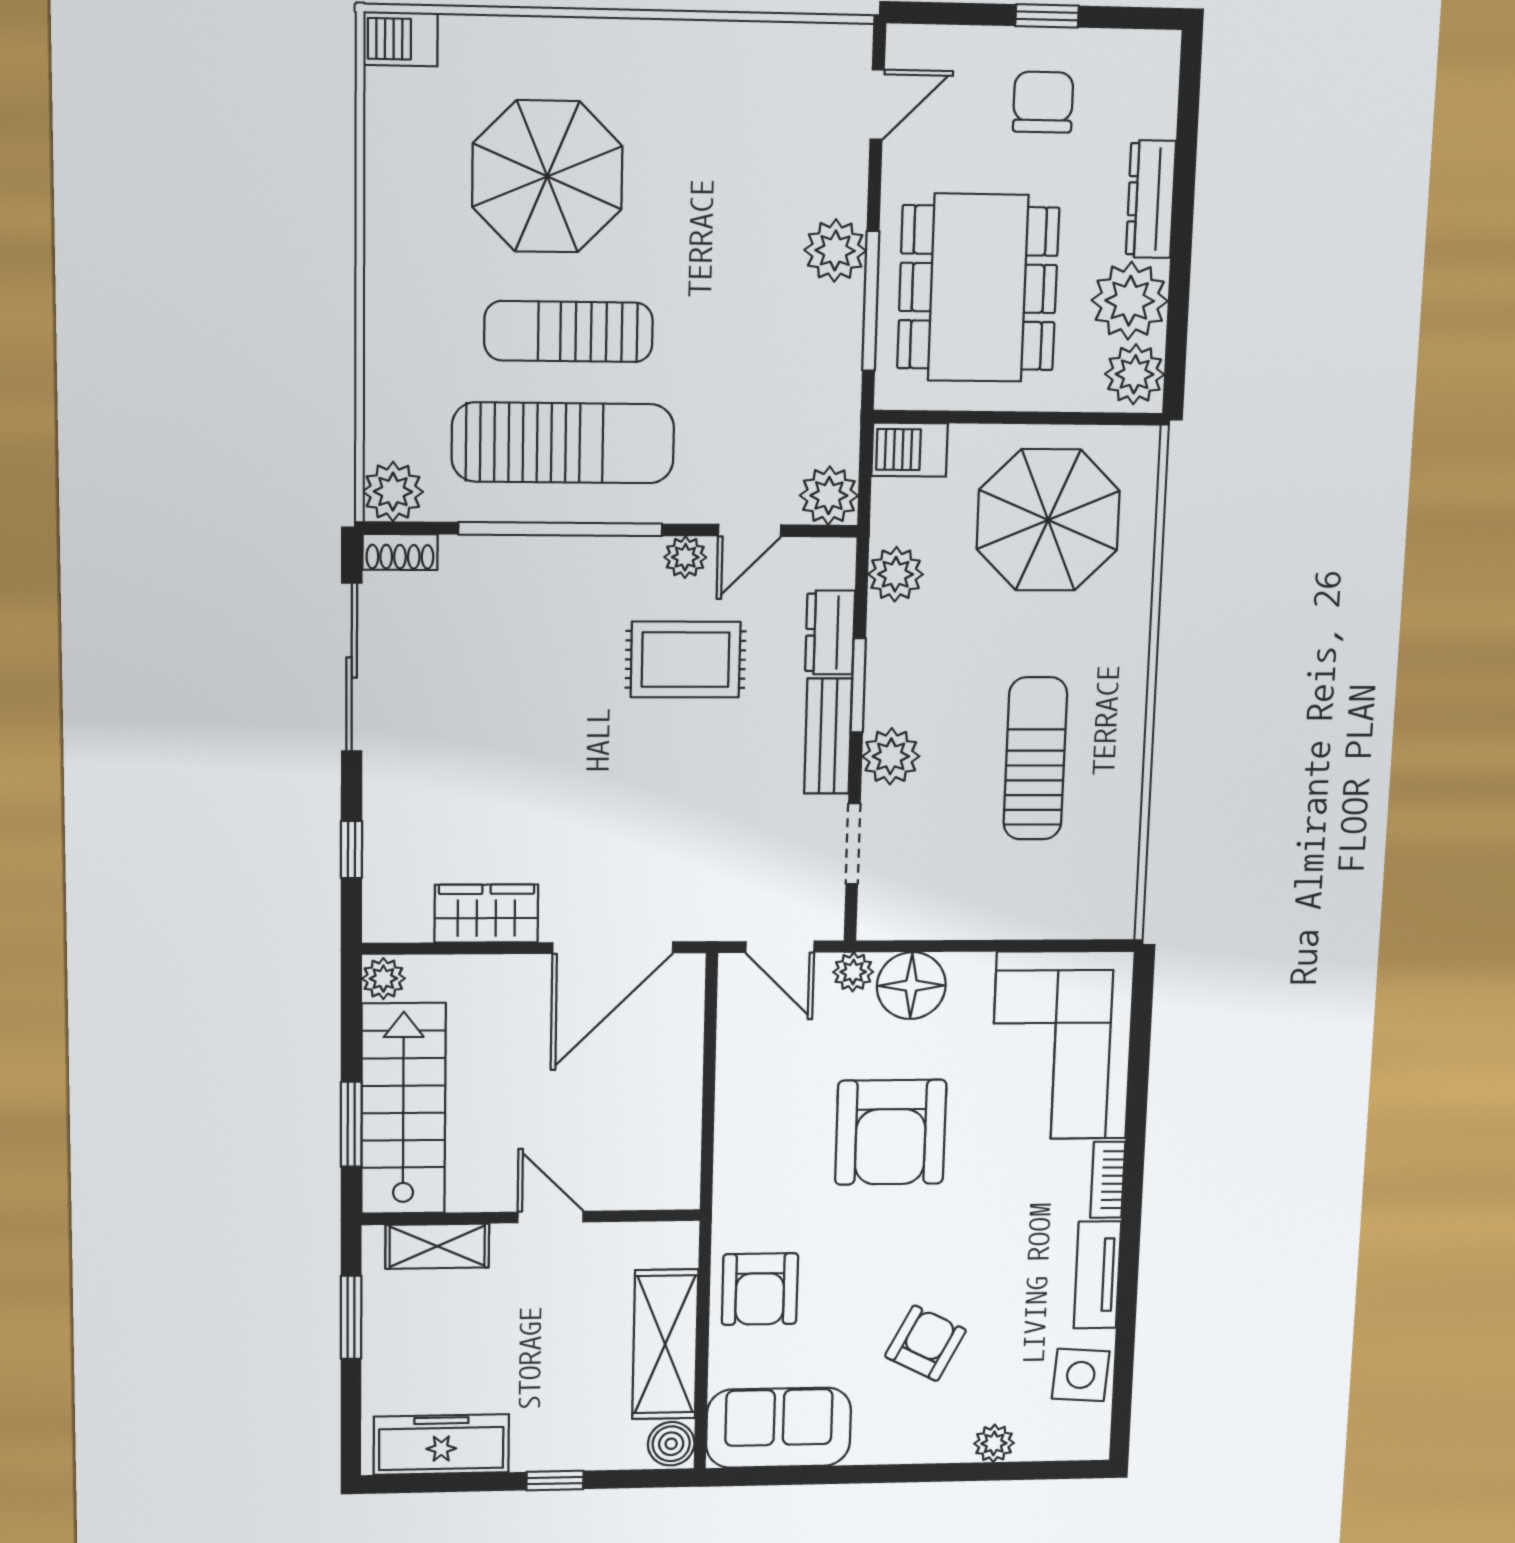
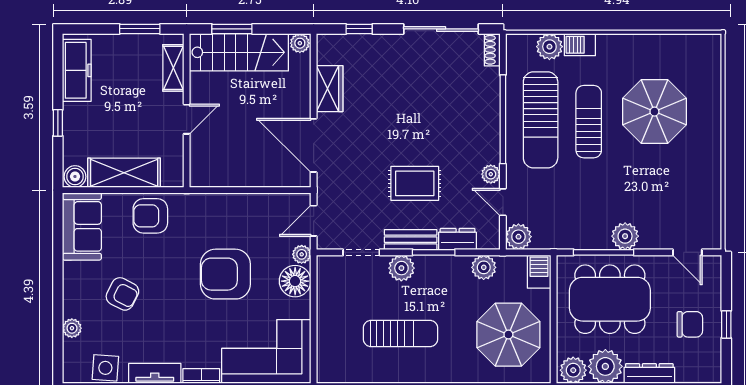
barbecue: (400, 39) -> (580, 45), moved, turned -90
plant: (393, 492) -> (549, 47), moved
rug: (686, 660) -> (415, 183), moved, turned 90

